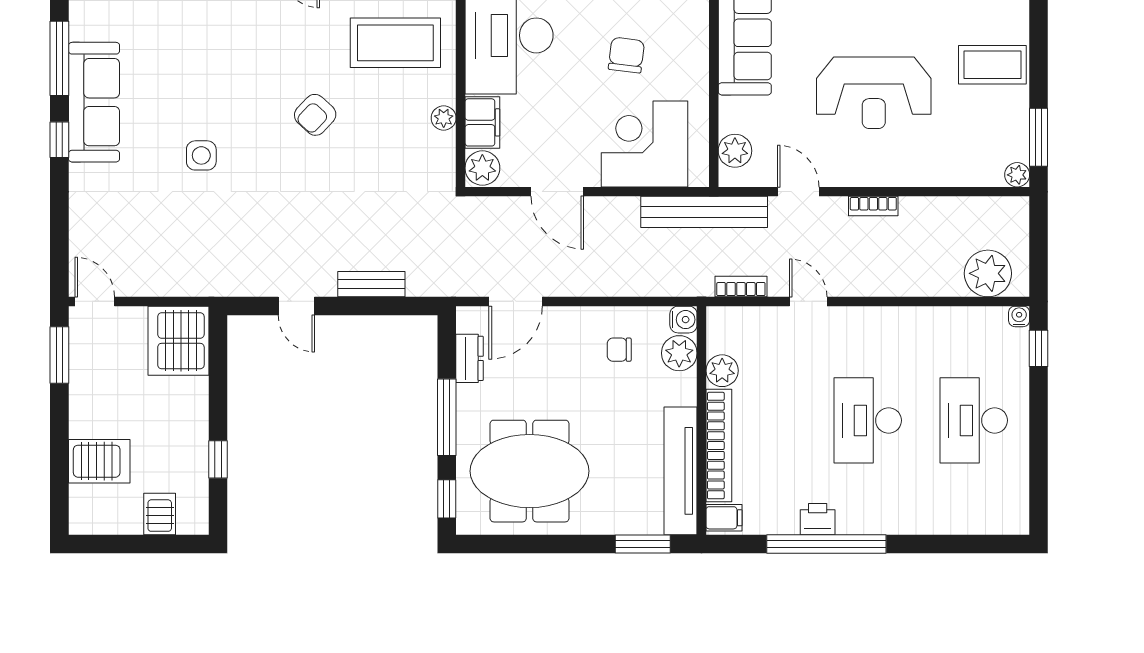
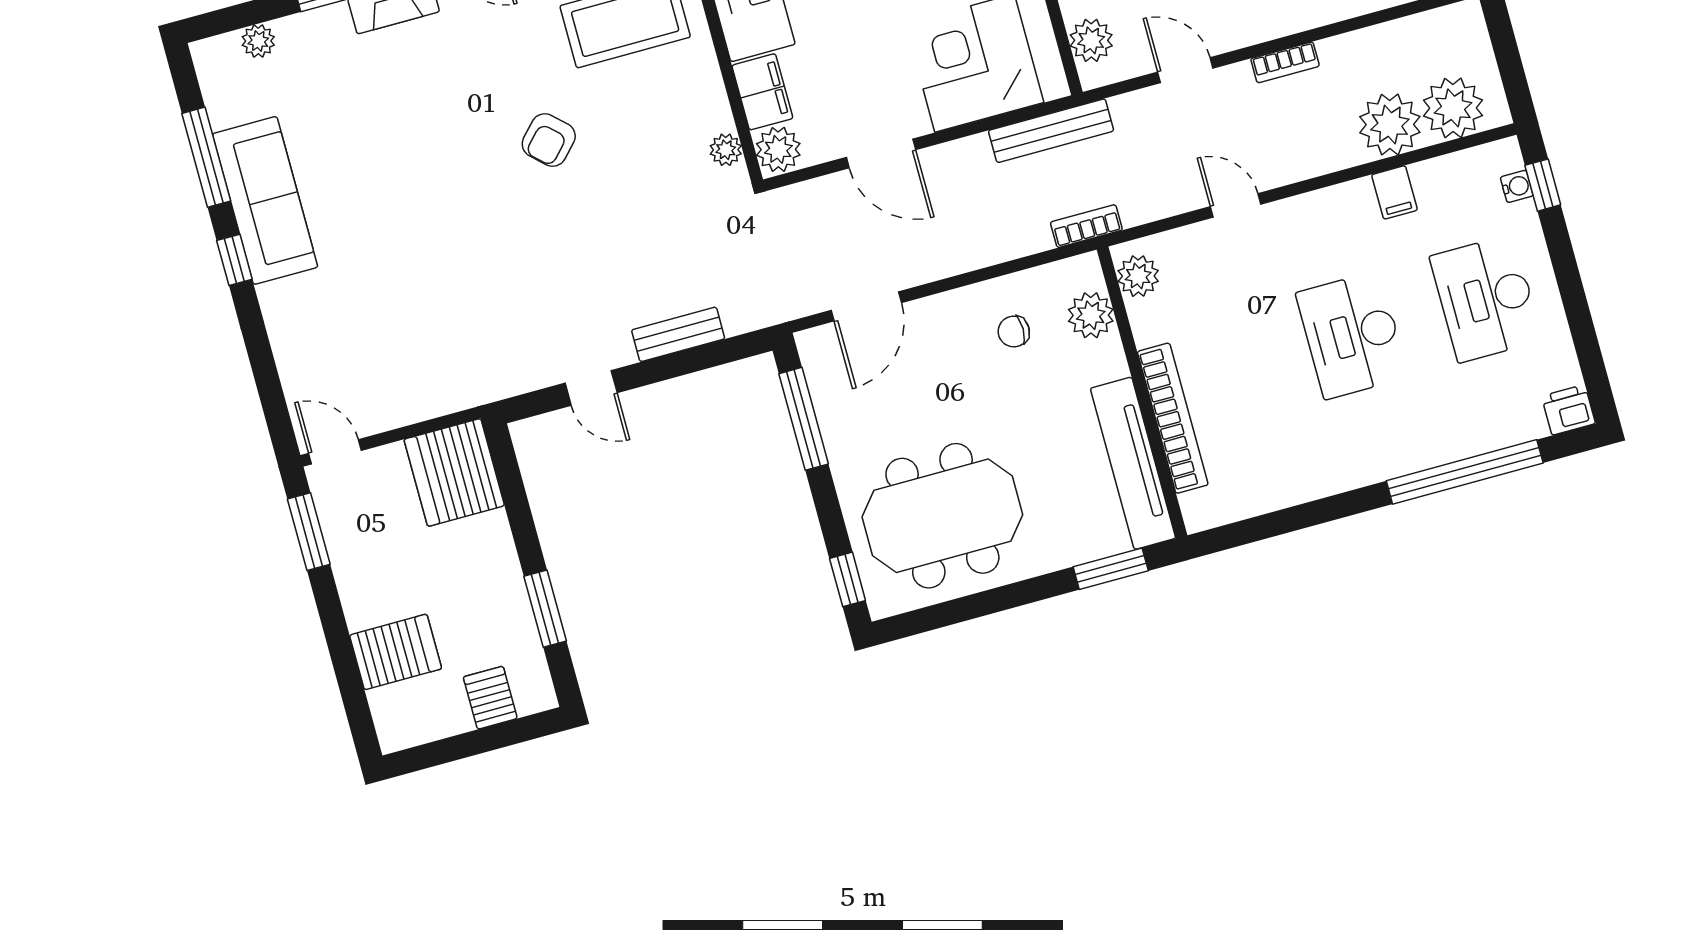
plant: (444, 118) -> (726, 150), moved
side table: (201, 155) -> (419, 231), removed
bench: (704, 212) -> (1051, 131), width x0.73, depth x0.82
plant: (938, 273) -> (1390, 125), added
bookcase: (741, 287) -> (1086, 226), moved
water cooler: (1019, 316) -> (1517, 186), moved, turned 90
water cooler: (683, 320) -> (1084, 271), removed
dresser: (470, 358) -> (828, 394), removed
plant: (722, 371) -> (1138, 276), moved
window: (447, 417) -> (804, 419), moved
window: (218, 459) -> (545, 609), width x1.50
filing cabinet: (724, 518) -> (1395, 192), moved, turned 90
printer: (818, 519) -> (1568, 410), moved
window: (826, 544) -> (1465, 472), moved

